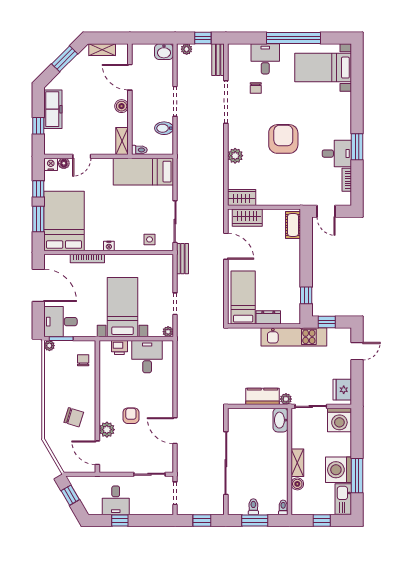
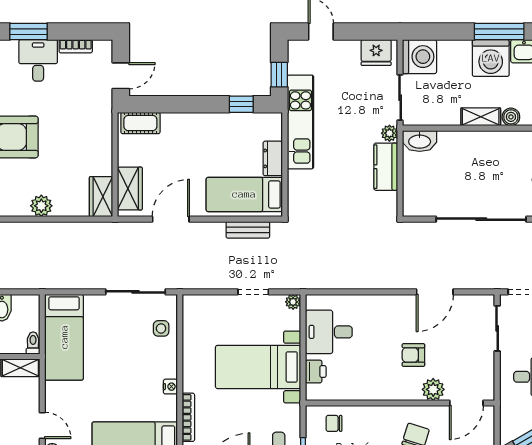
bench: (183, 259) -> (248, 230), moved

